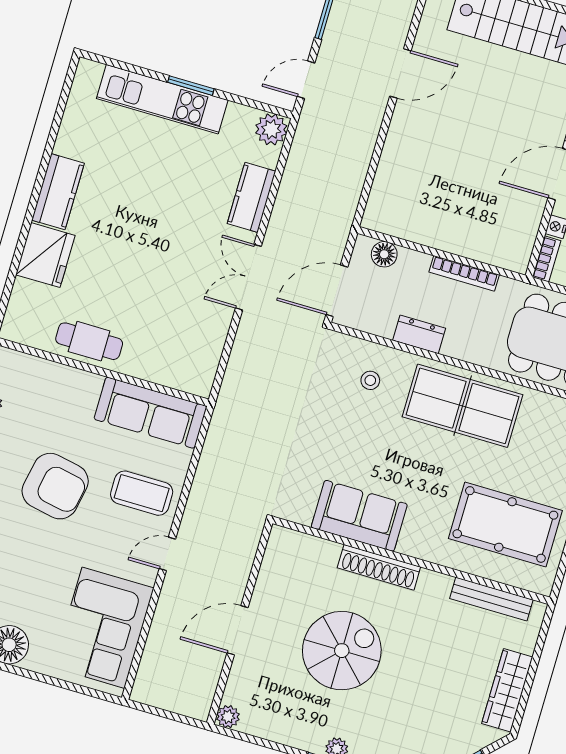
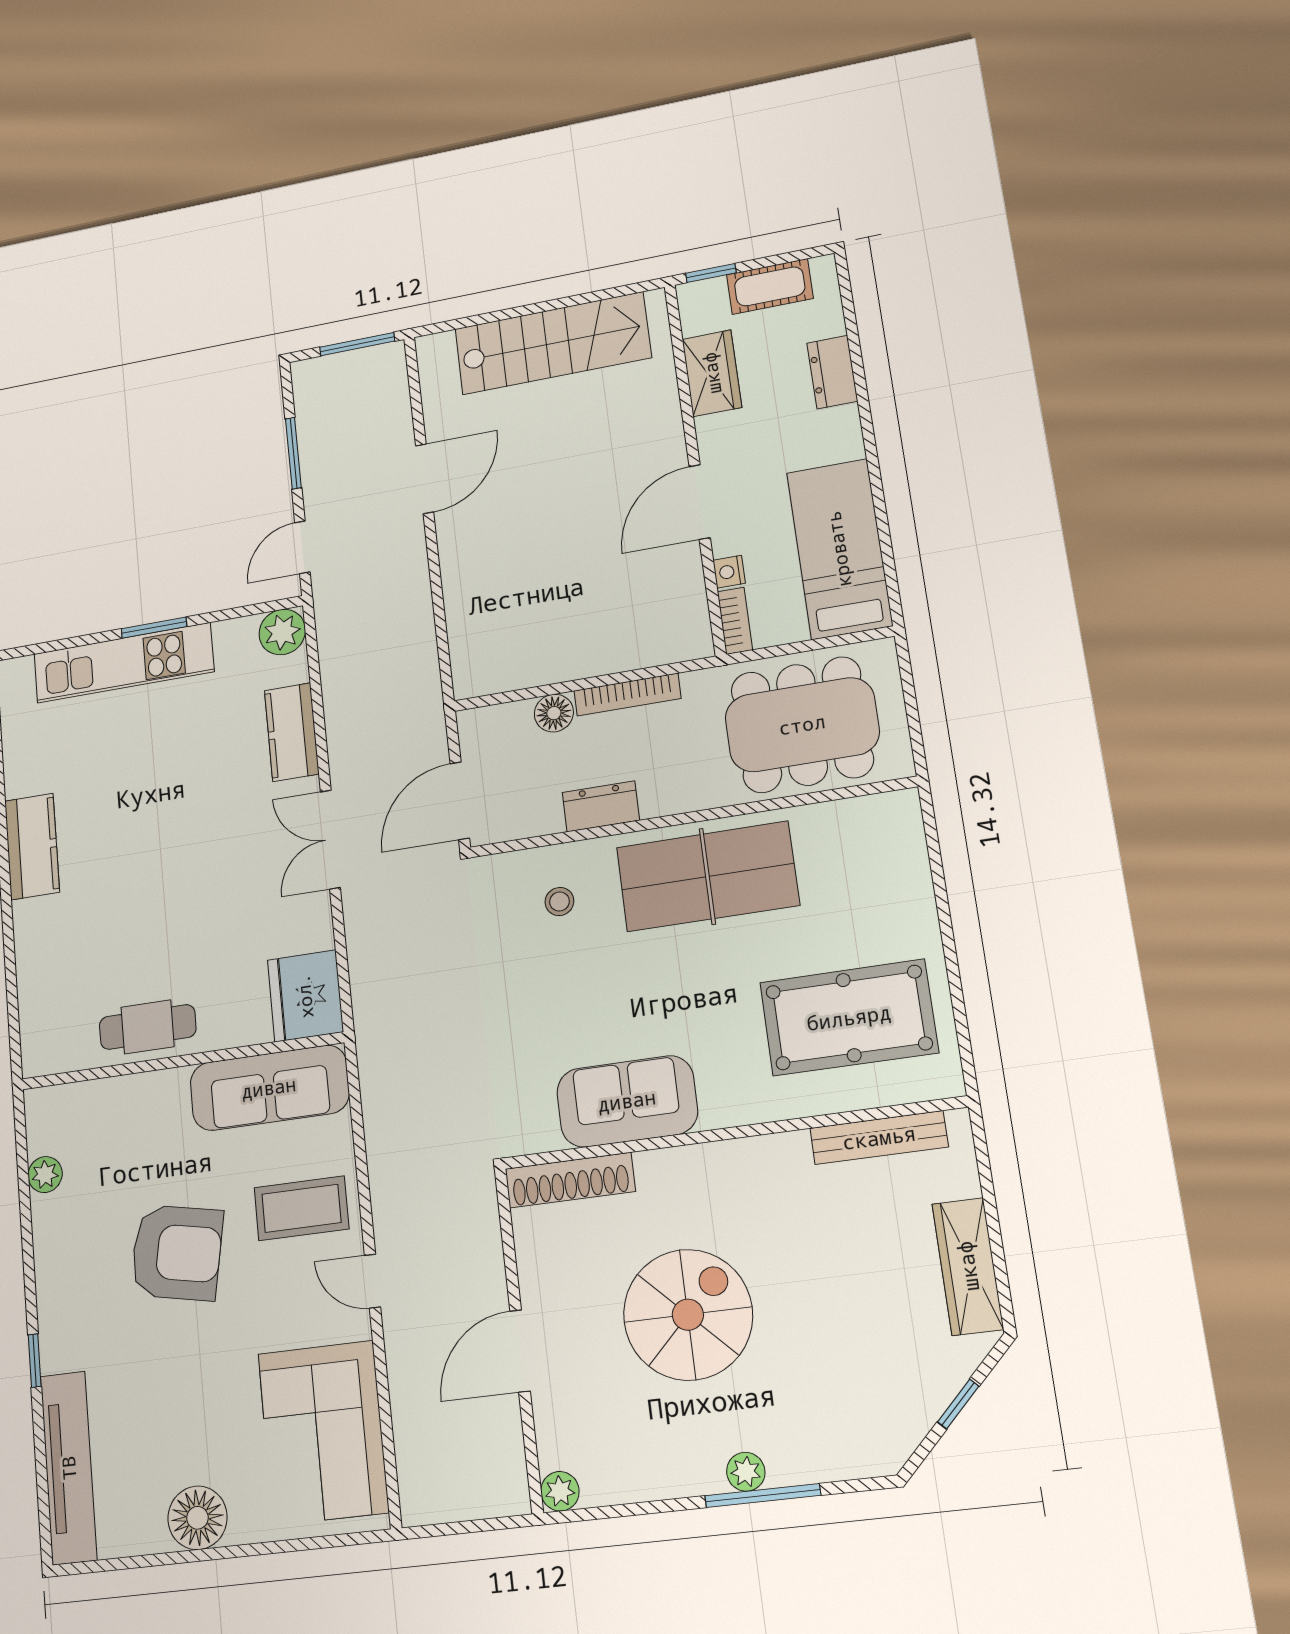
floor lamp: (384, 254) -> (554, 713), moved
fridge: (45, 255) -> (305, 996), moved, turned 180
door: (167, 554) -> (373, 1281), hinge flipped
shoe rack: (379, 567) -> (570, 1180), moved

